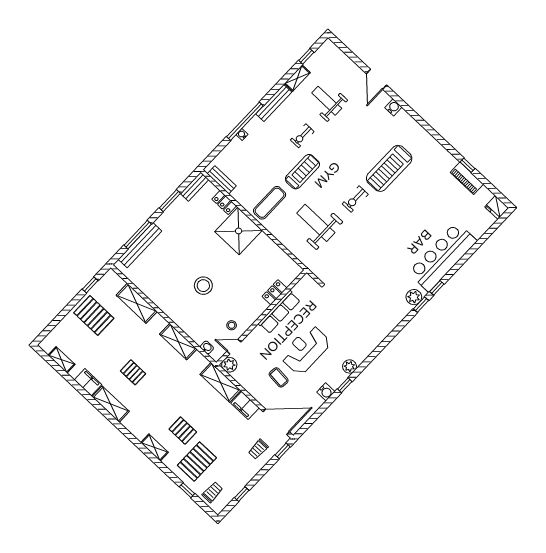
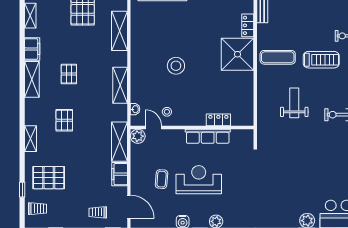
weight bench: (316, 223) -> (294, 103), width x0.73, depth x0.75
door: (276, 422) -> (129, 207), width x0.73
pallet: (183, 431) -> (64, 120), moved

